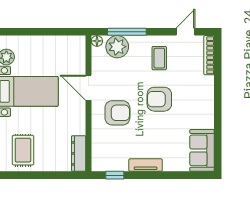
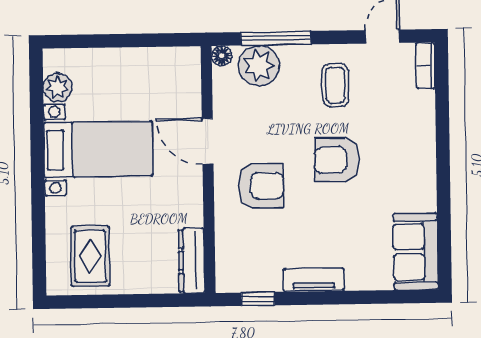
bookcase: (209, 55) -> (426, 66), width x0.64

